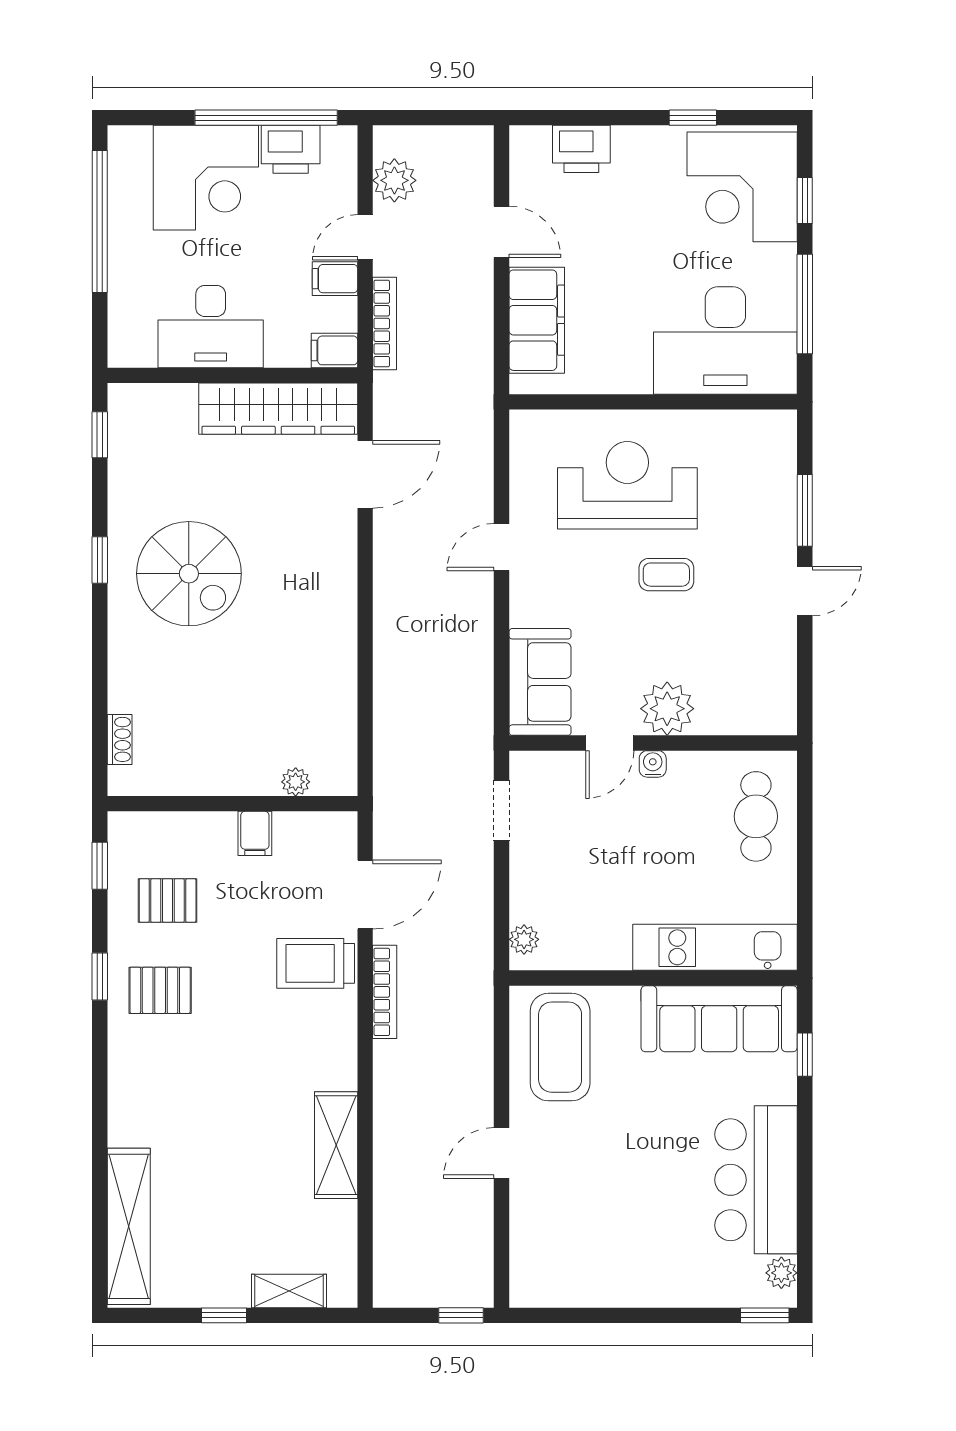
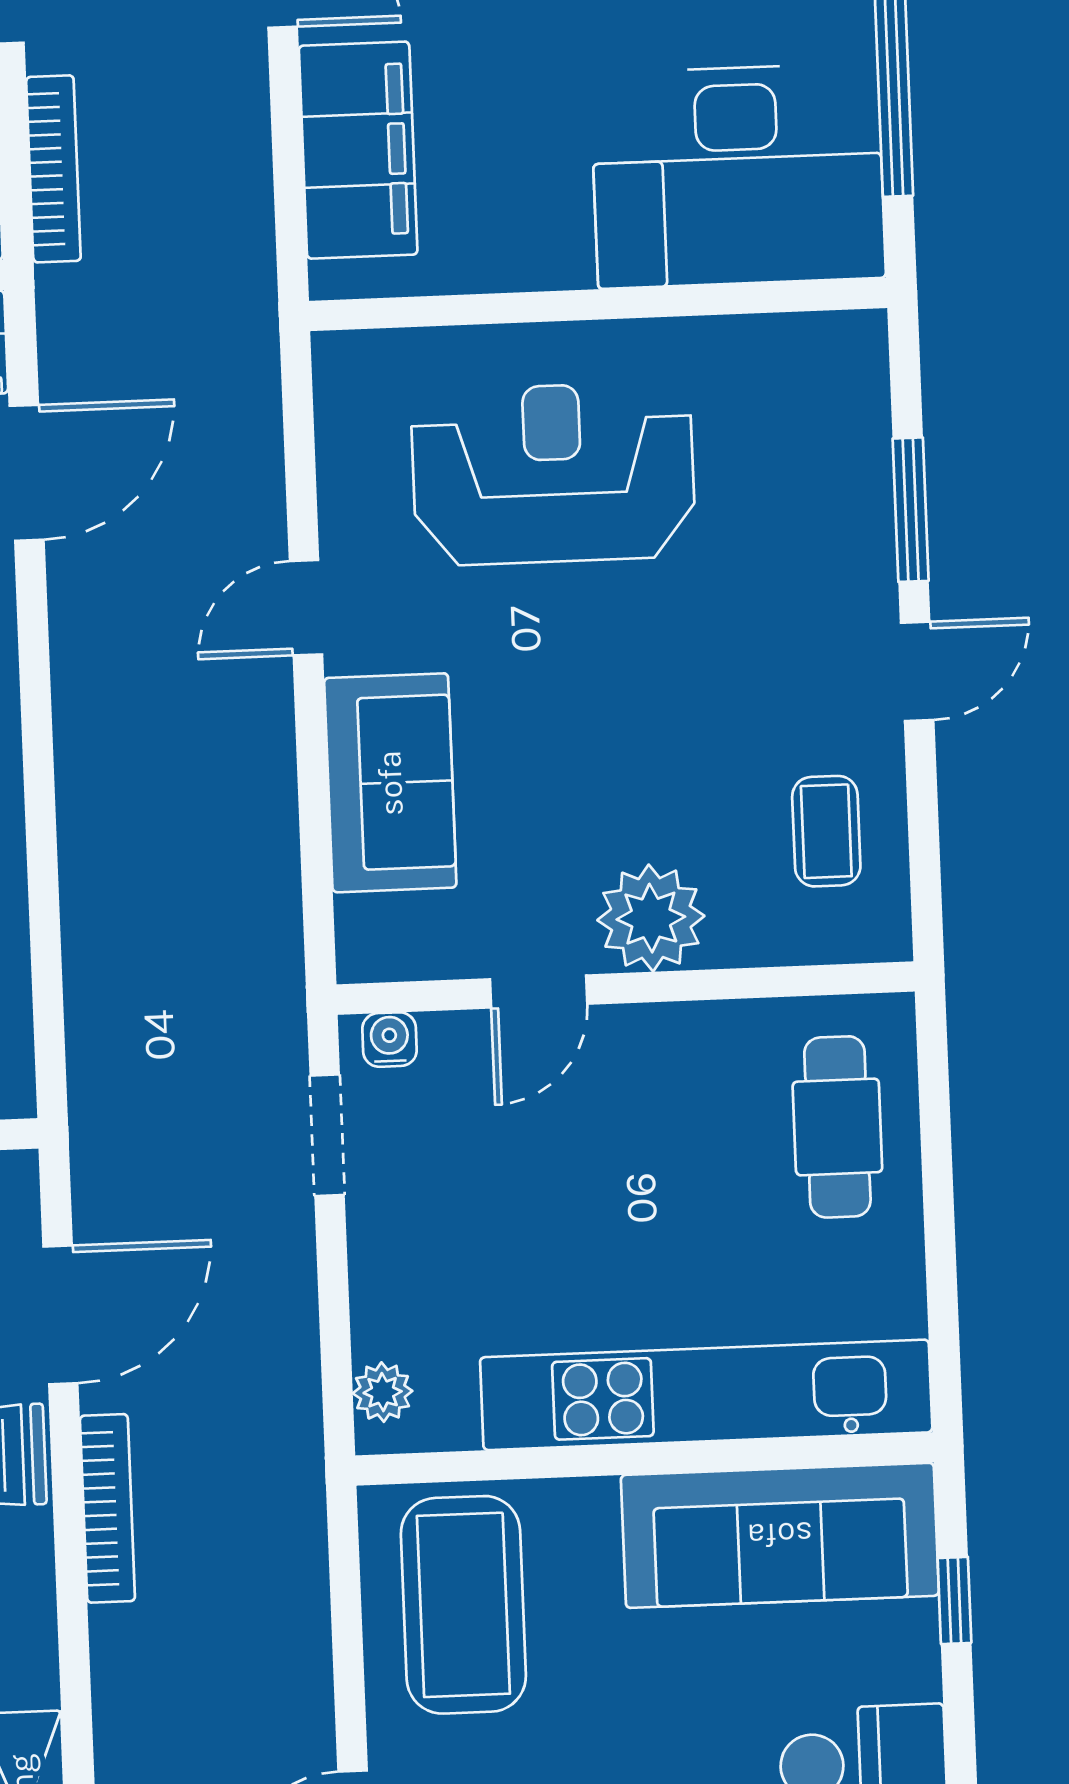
coffee table: (666, 575) -> (826, 831), moved, turned 90
sofa: (540, 682) -> (390, 783), moved
water cooler: (653, 764) -> (390, 1040), moved
kitchen unit: (715, 947) -> (706, 1395), width x1.36

